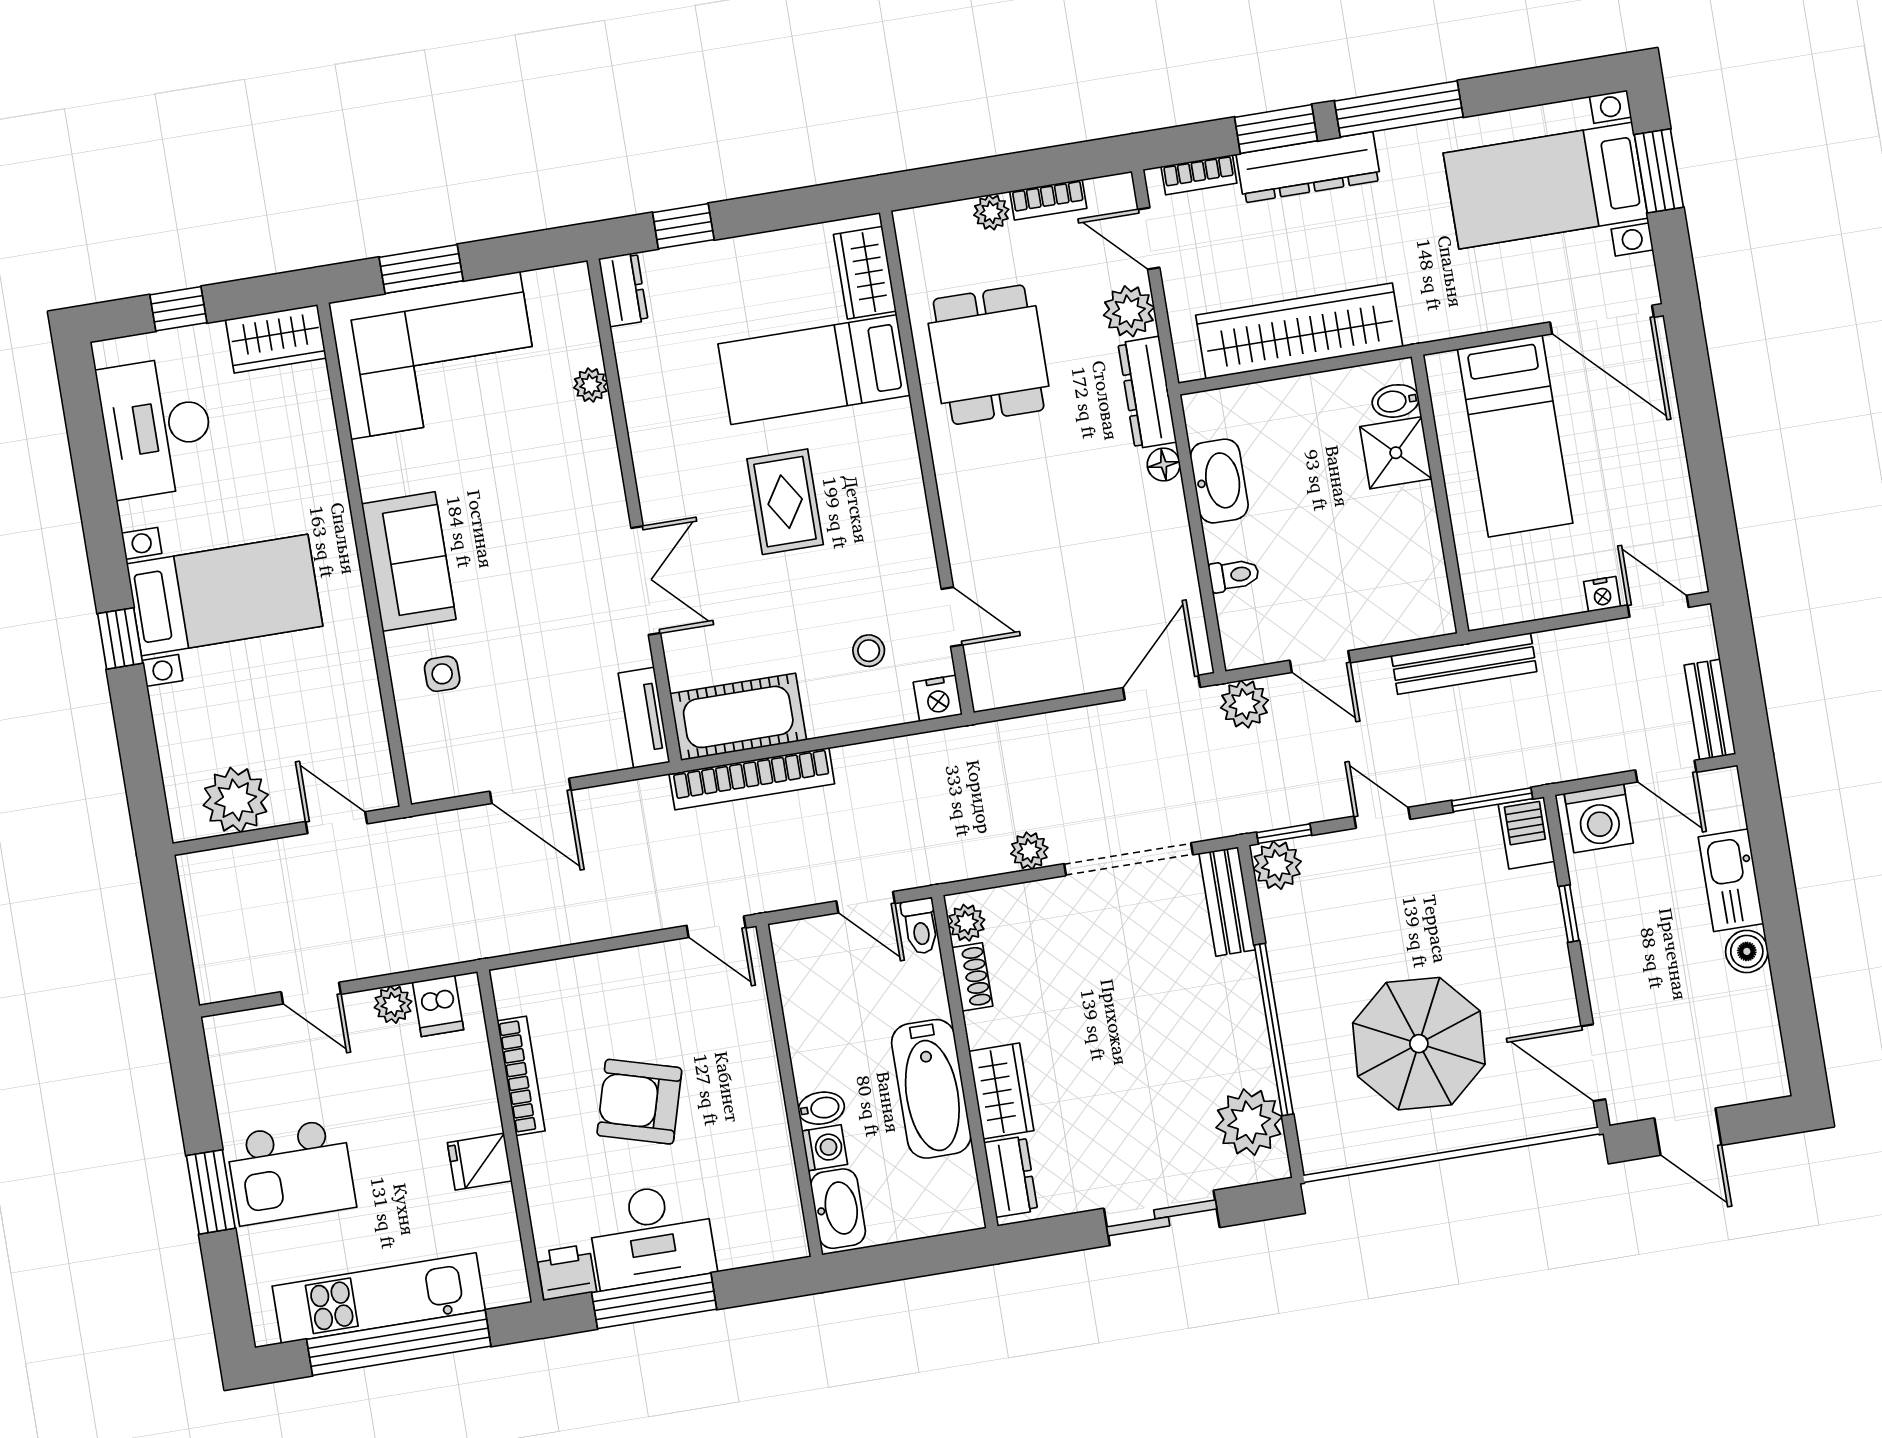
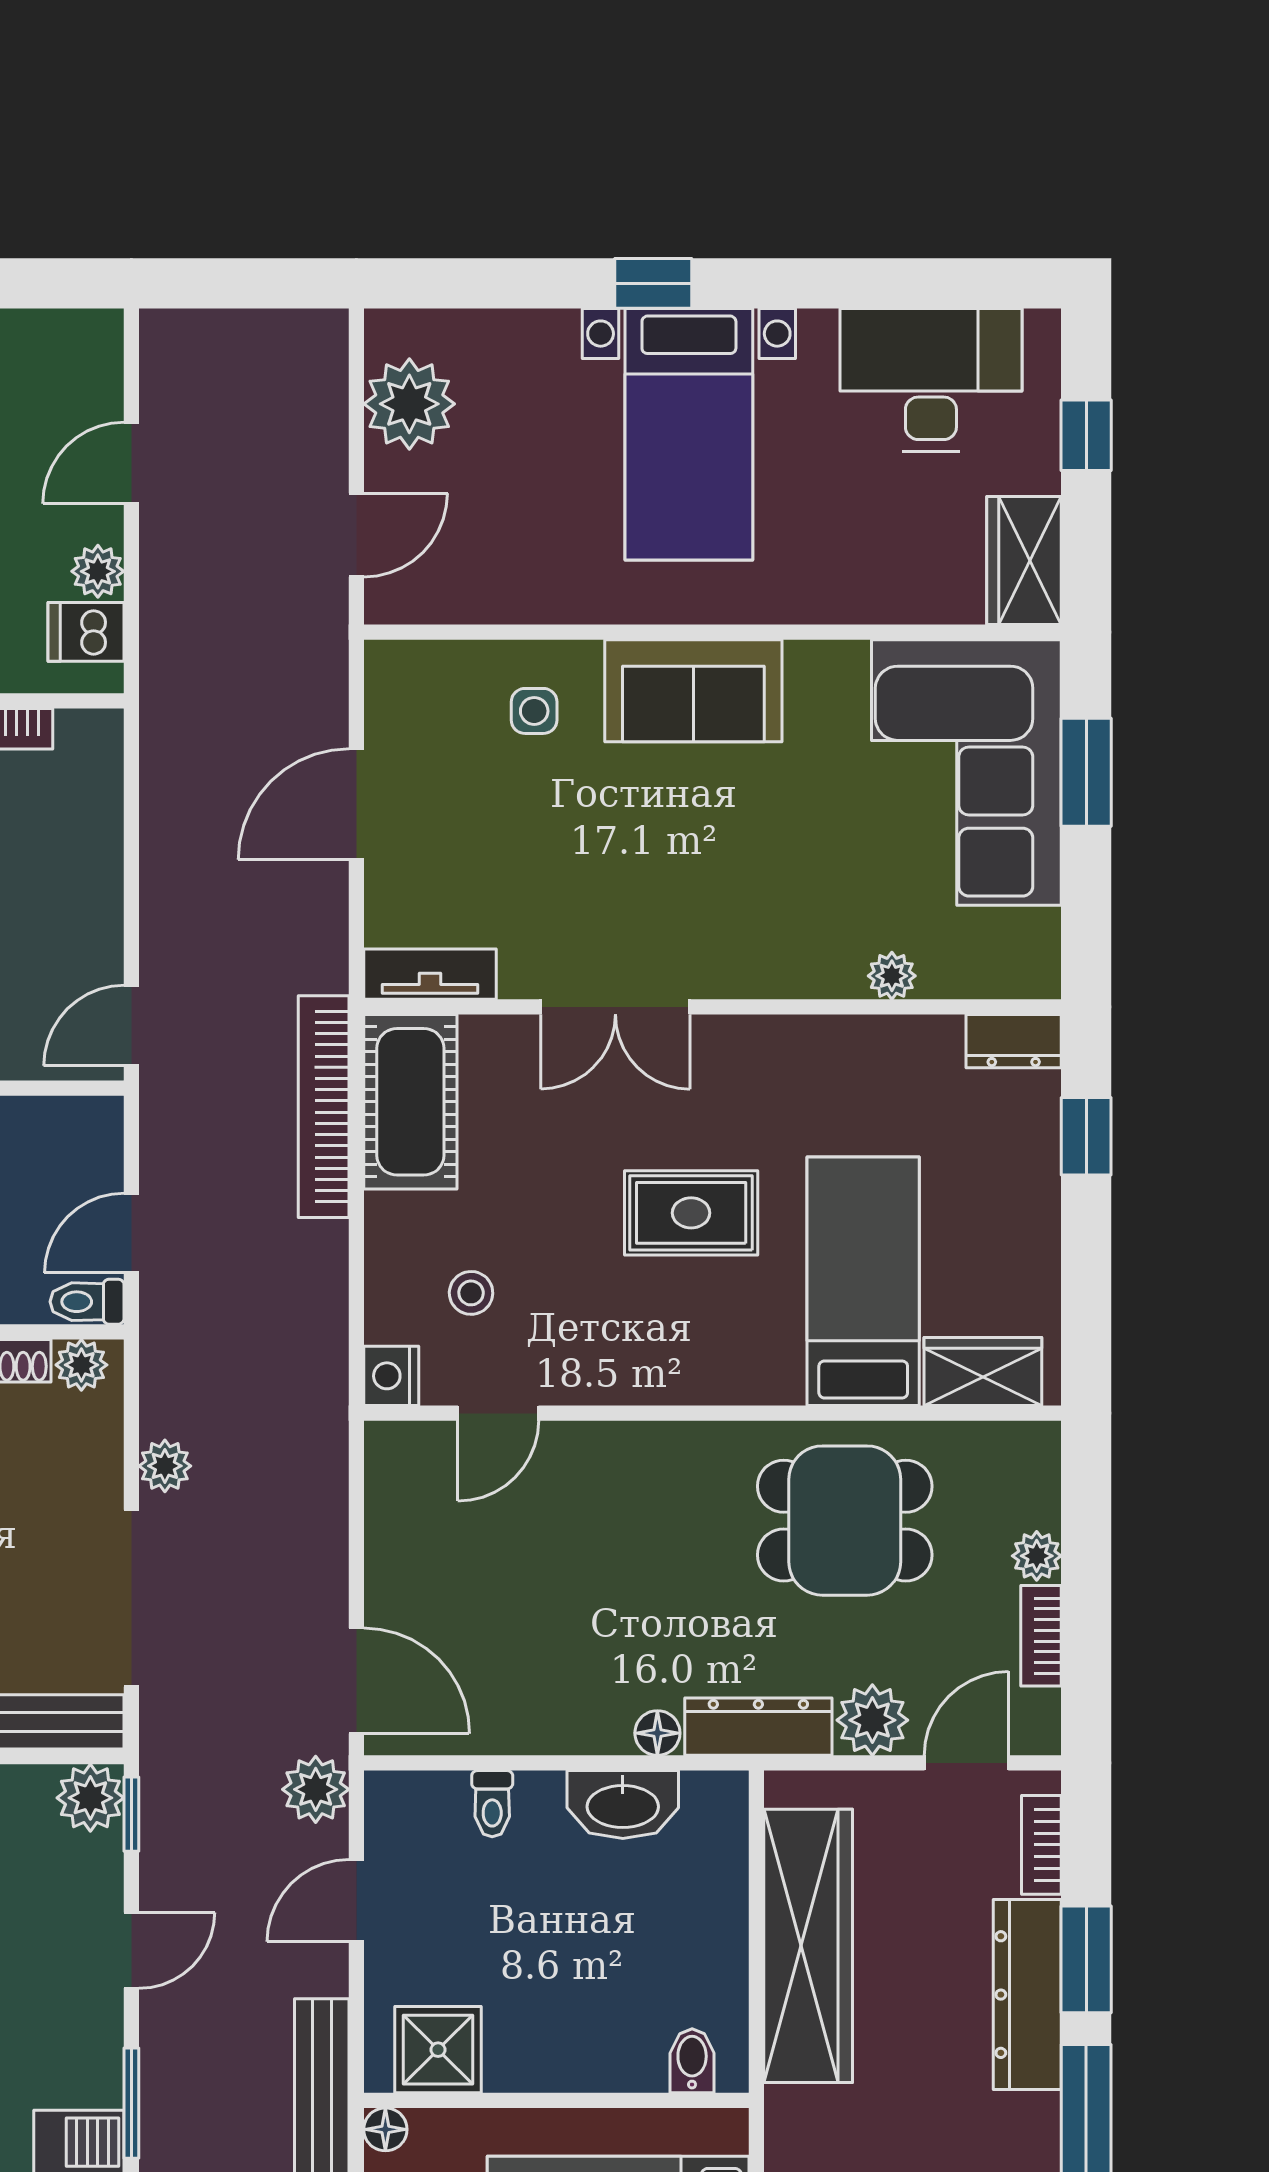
shower: (1396, 453) -> (438, 2050), moved
floor lamp: (1481, 614) -> (385, 2129), added

